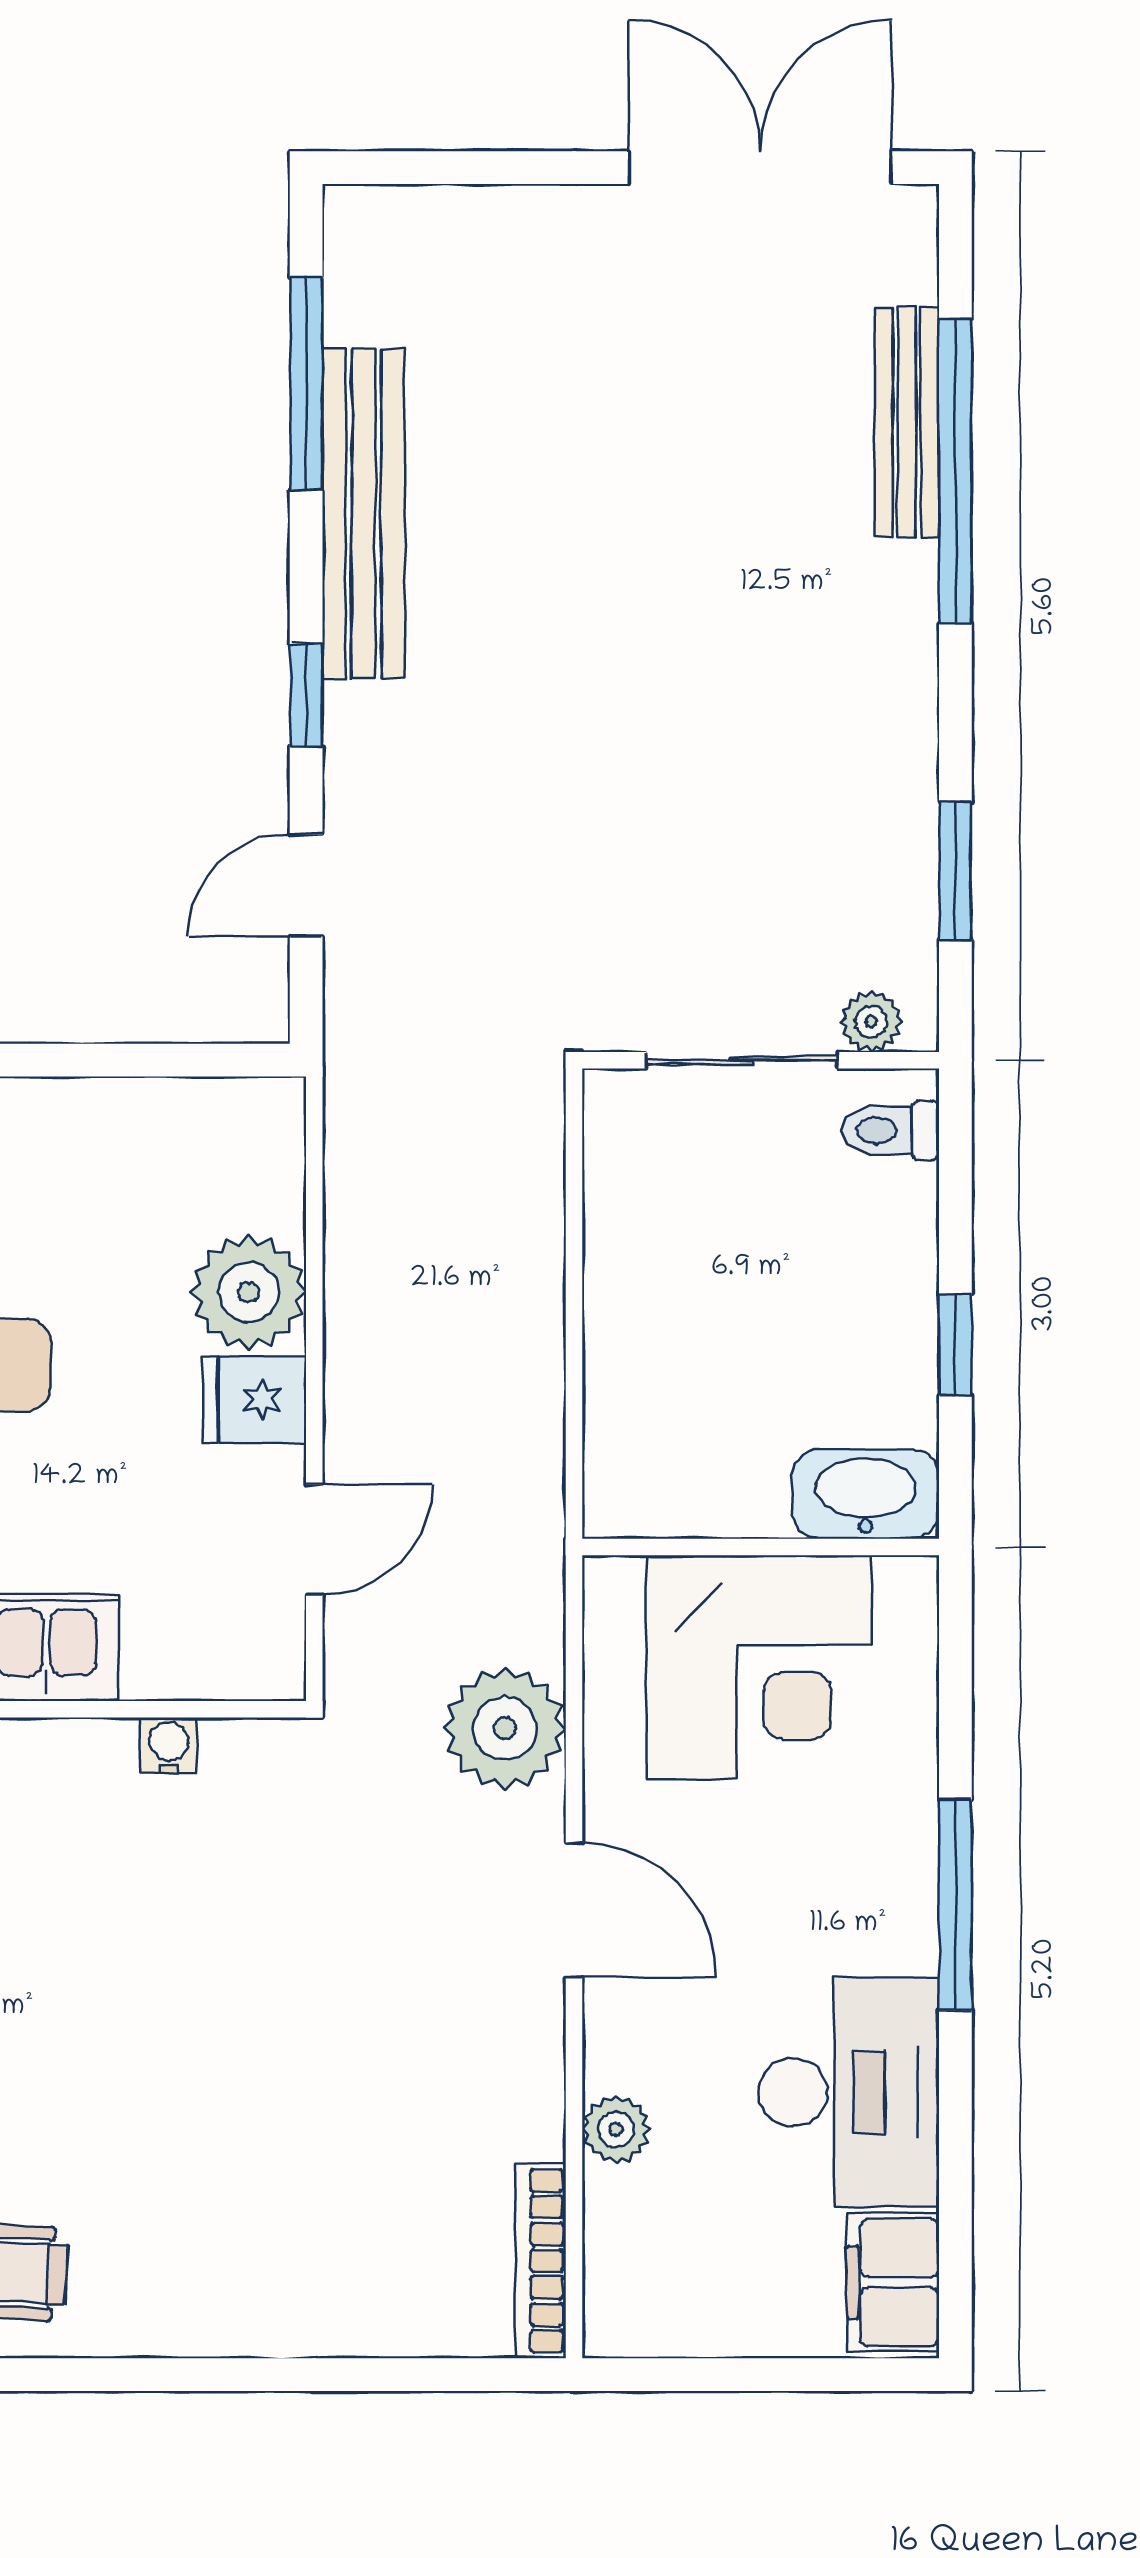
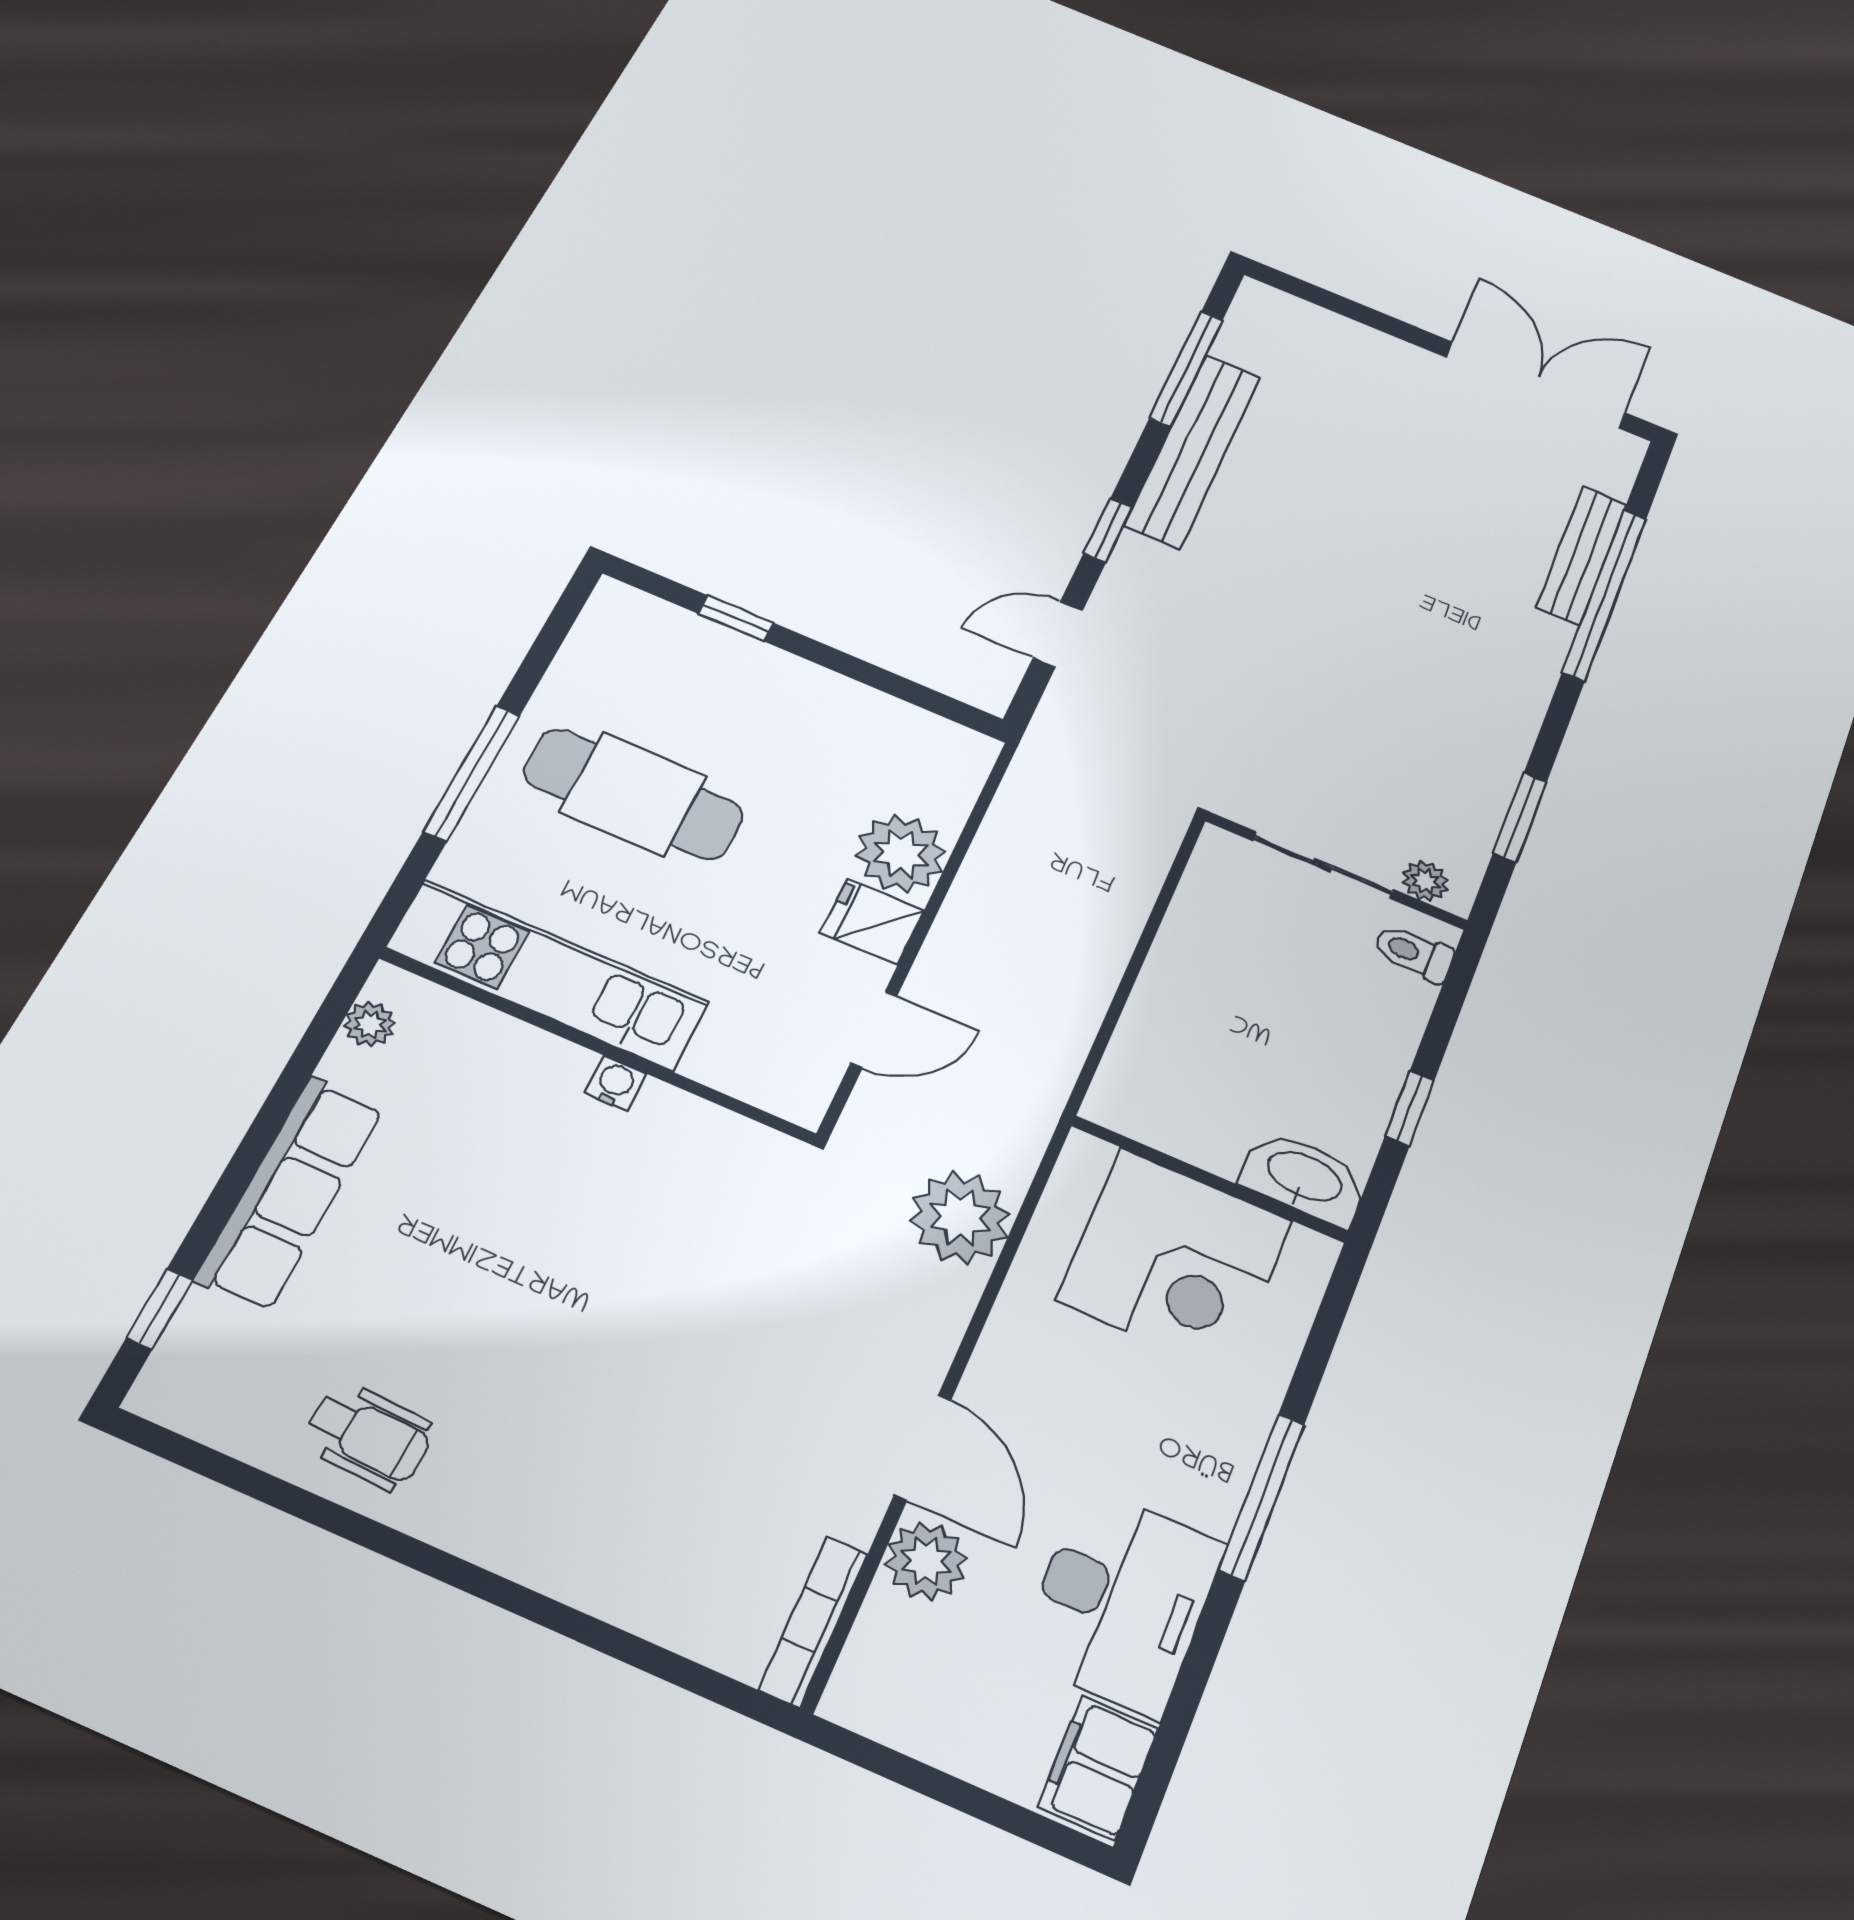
water cooler: (169, 1746) -> (615, 1083), moved
door: (574, 1910) -> (923, 1447), moved
plant: (616, 2129) -> (926, 1561), width x1.38, depth x1.38

